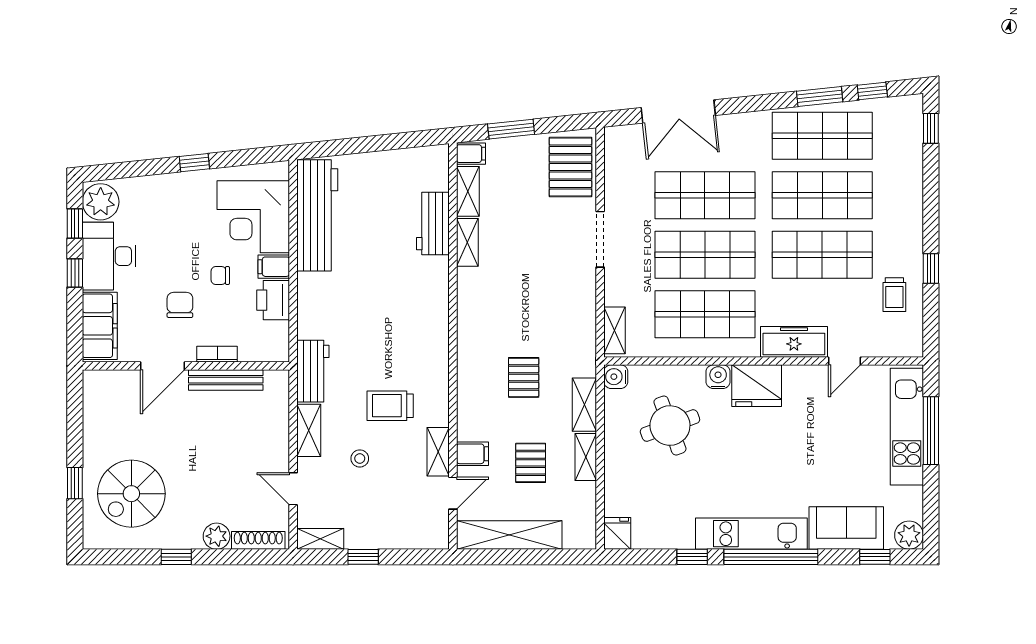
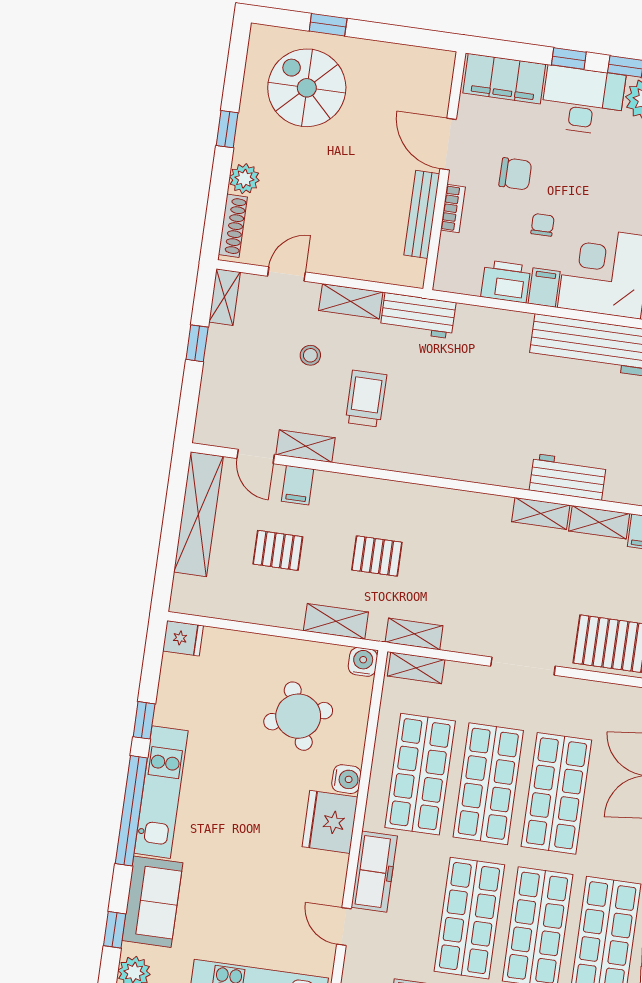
shelving: (586, 457) -> (414, 634), moved

